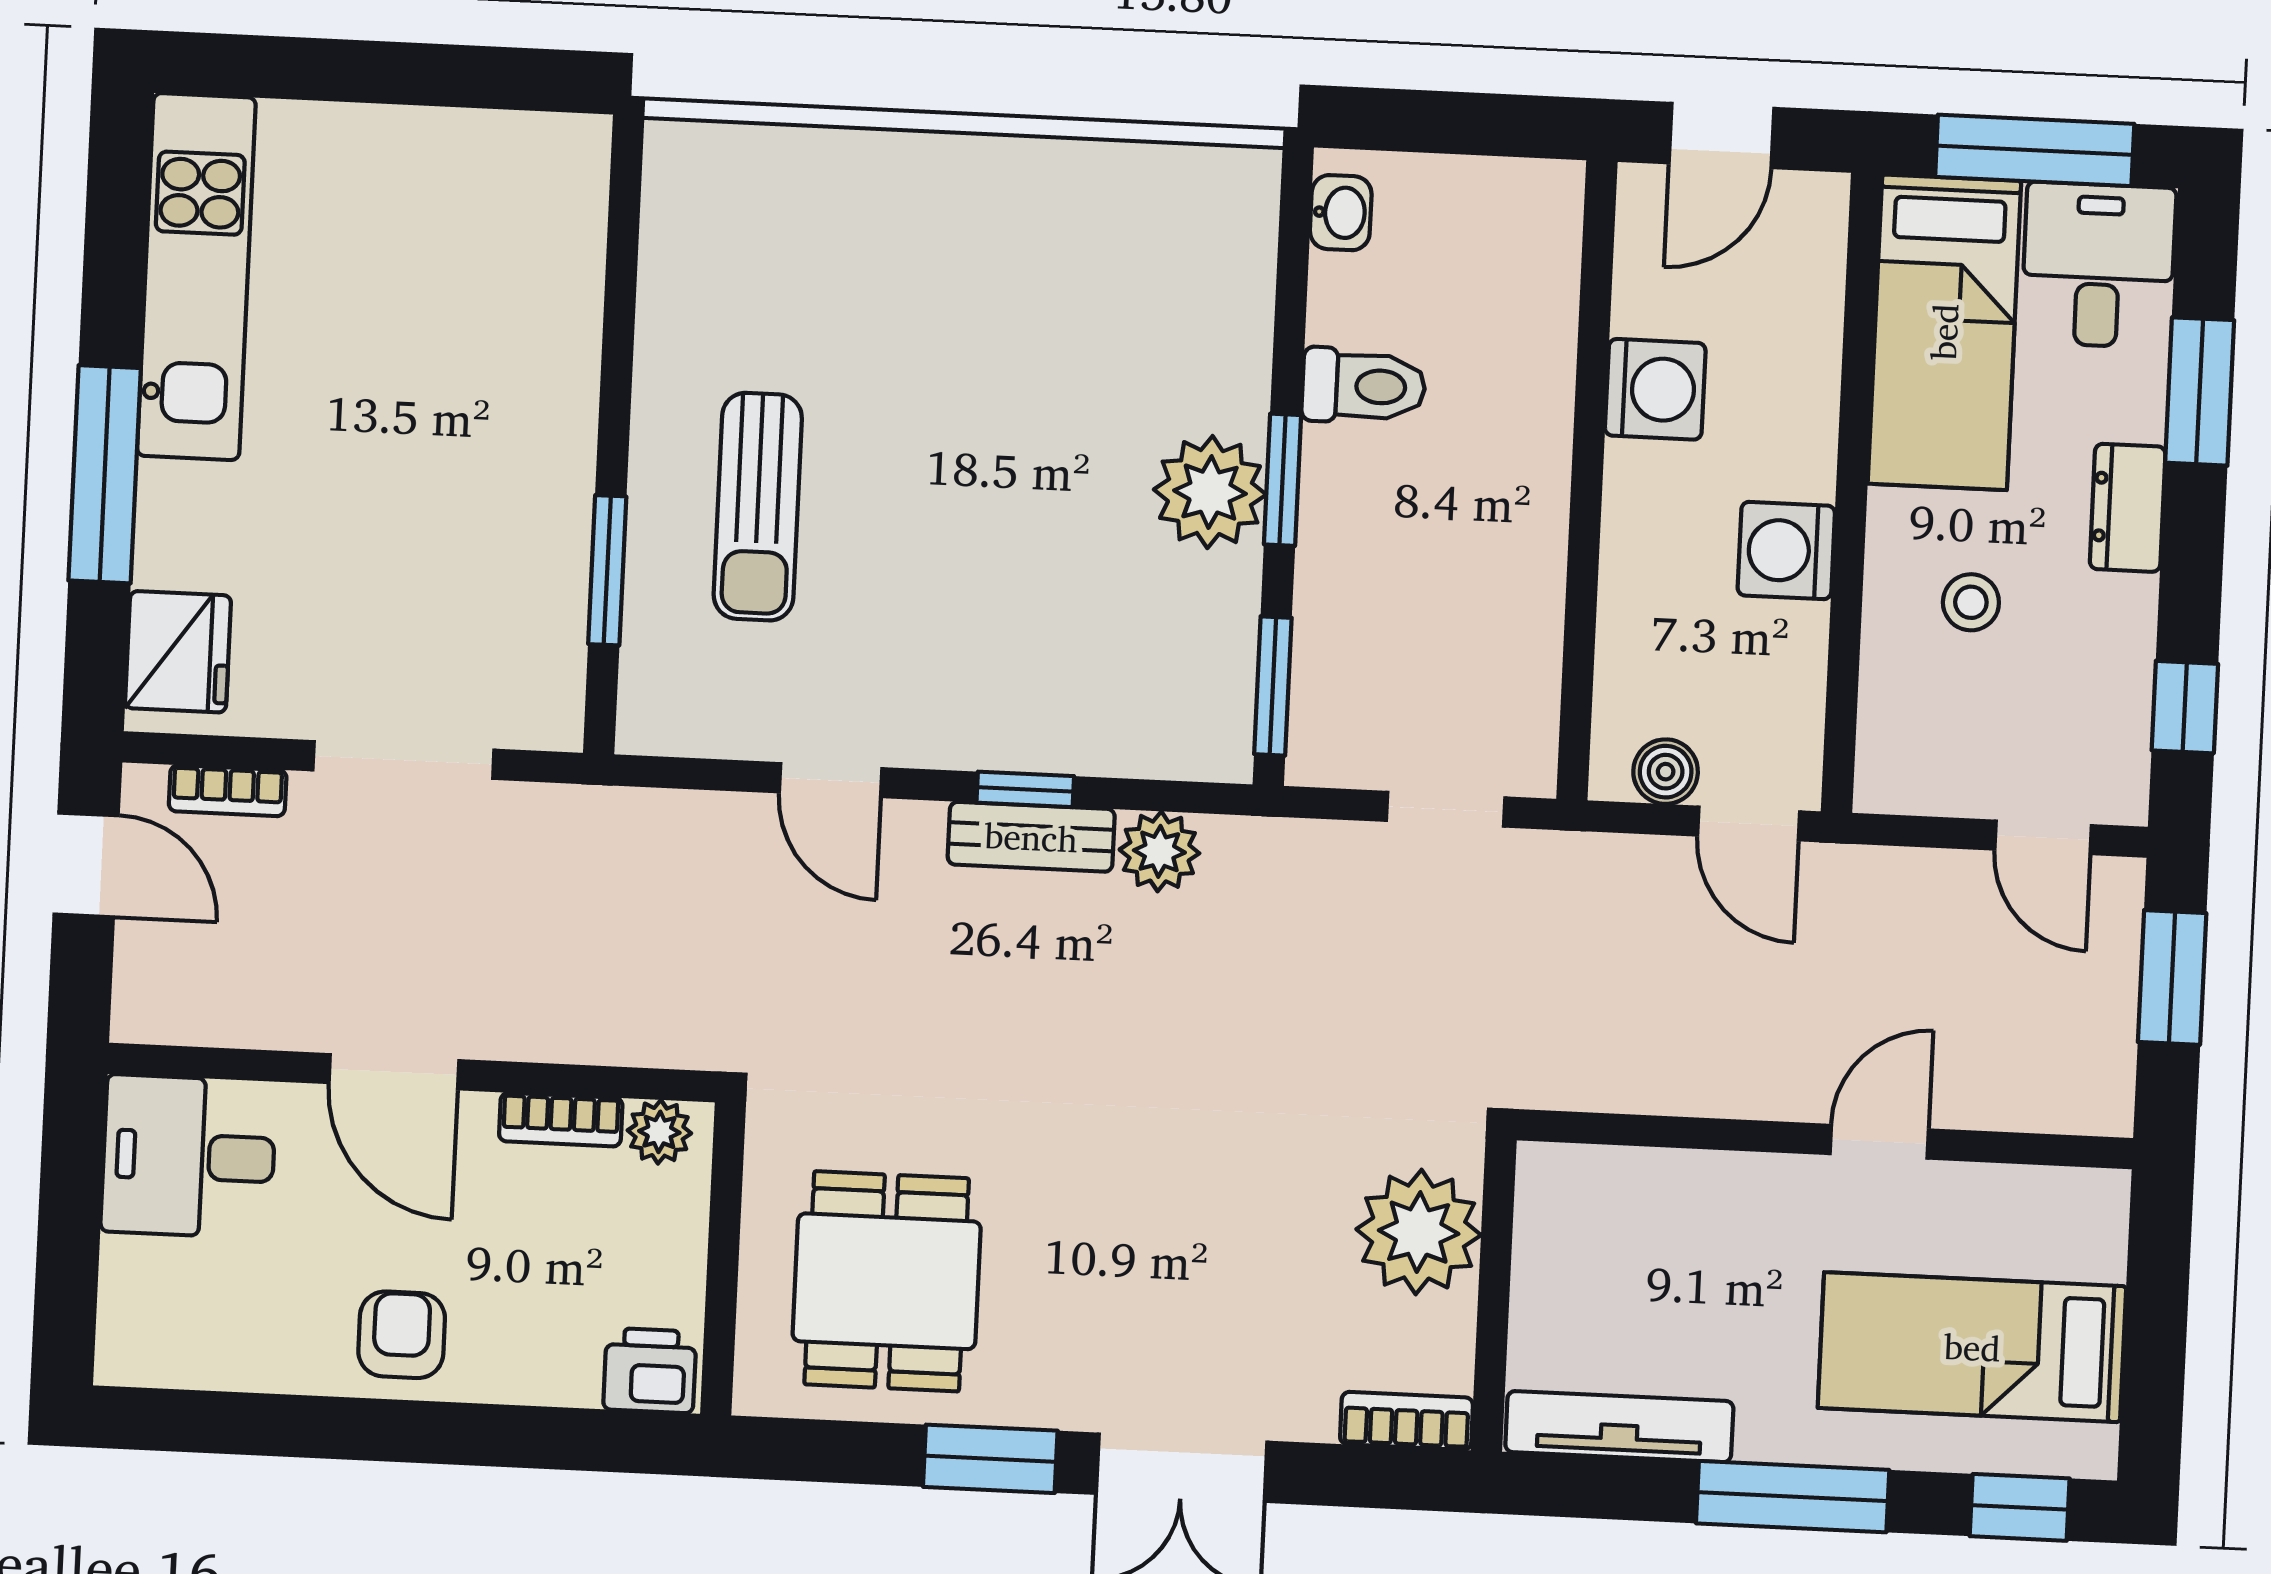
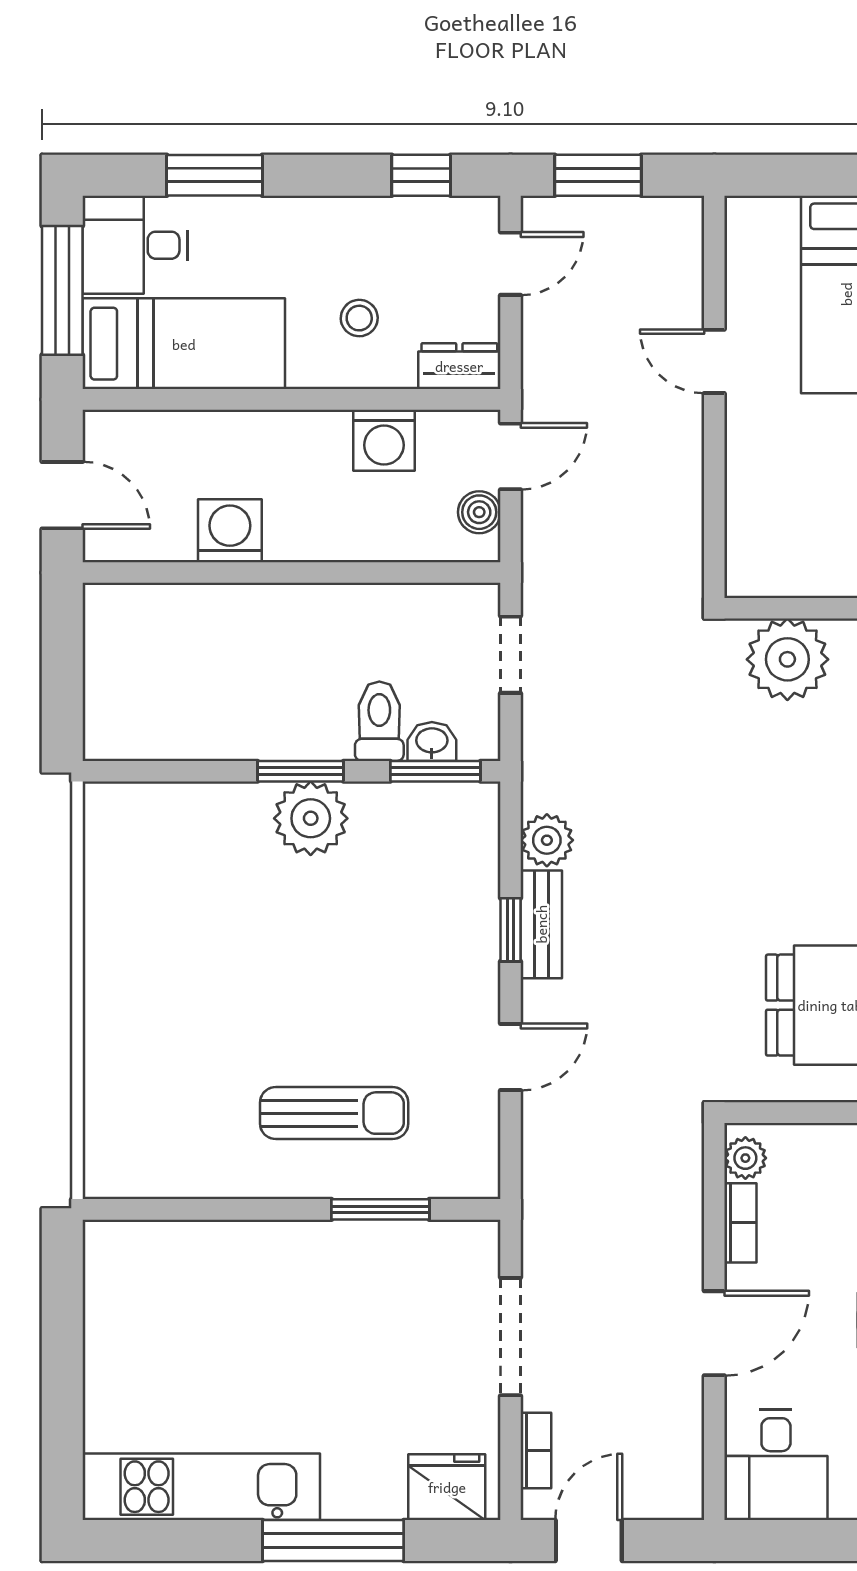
washbasin: (1341, 213) -> (432, 741), moved
toilet: (1364, 386) -> (379, 721), moved
dresser: (2128, 508) -> (459, 366), moved, turned 180
washing machine: (1786, 551) -> (384, 440), moved

